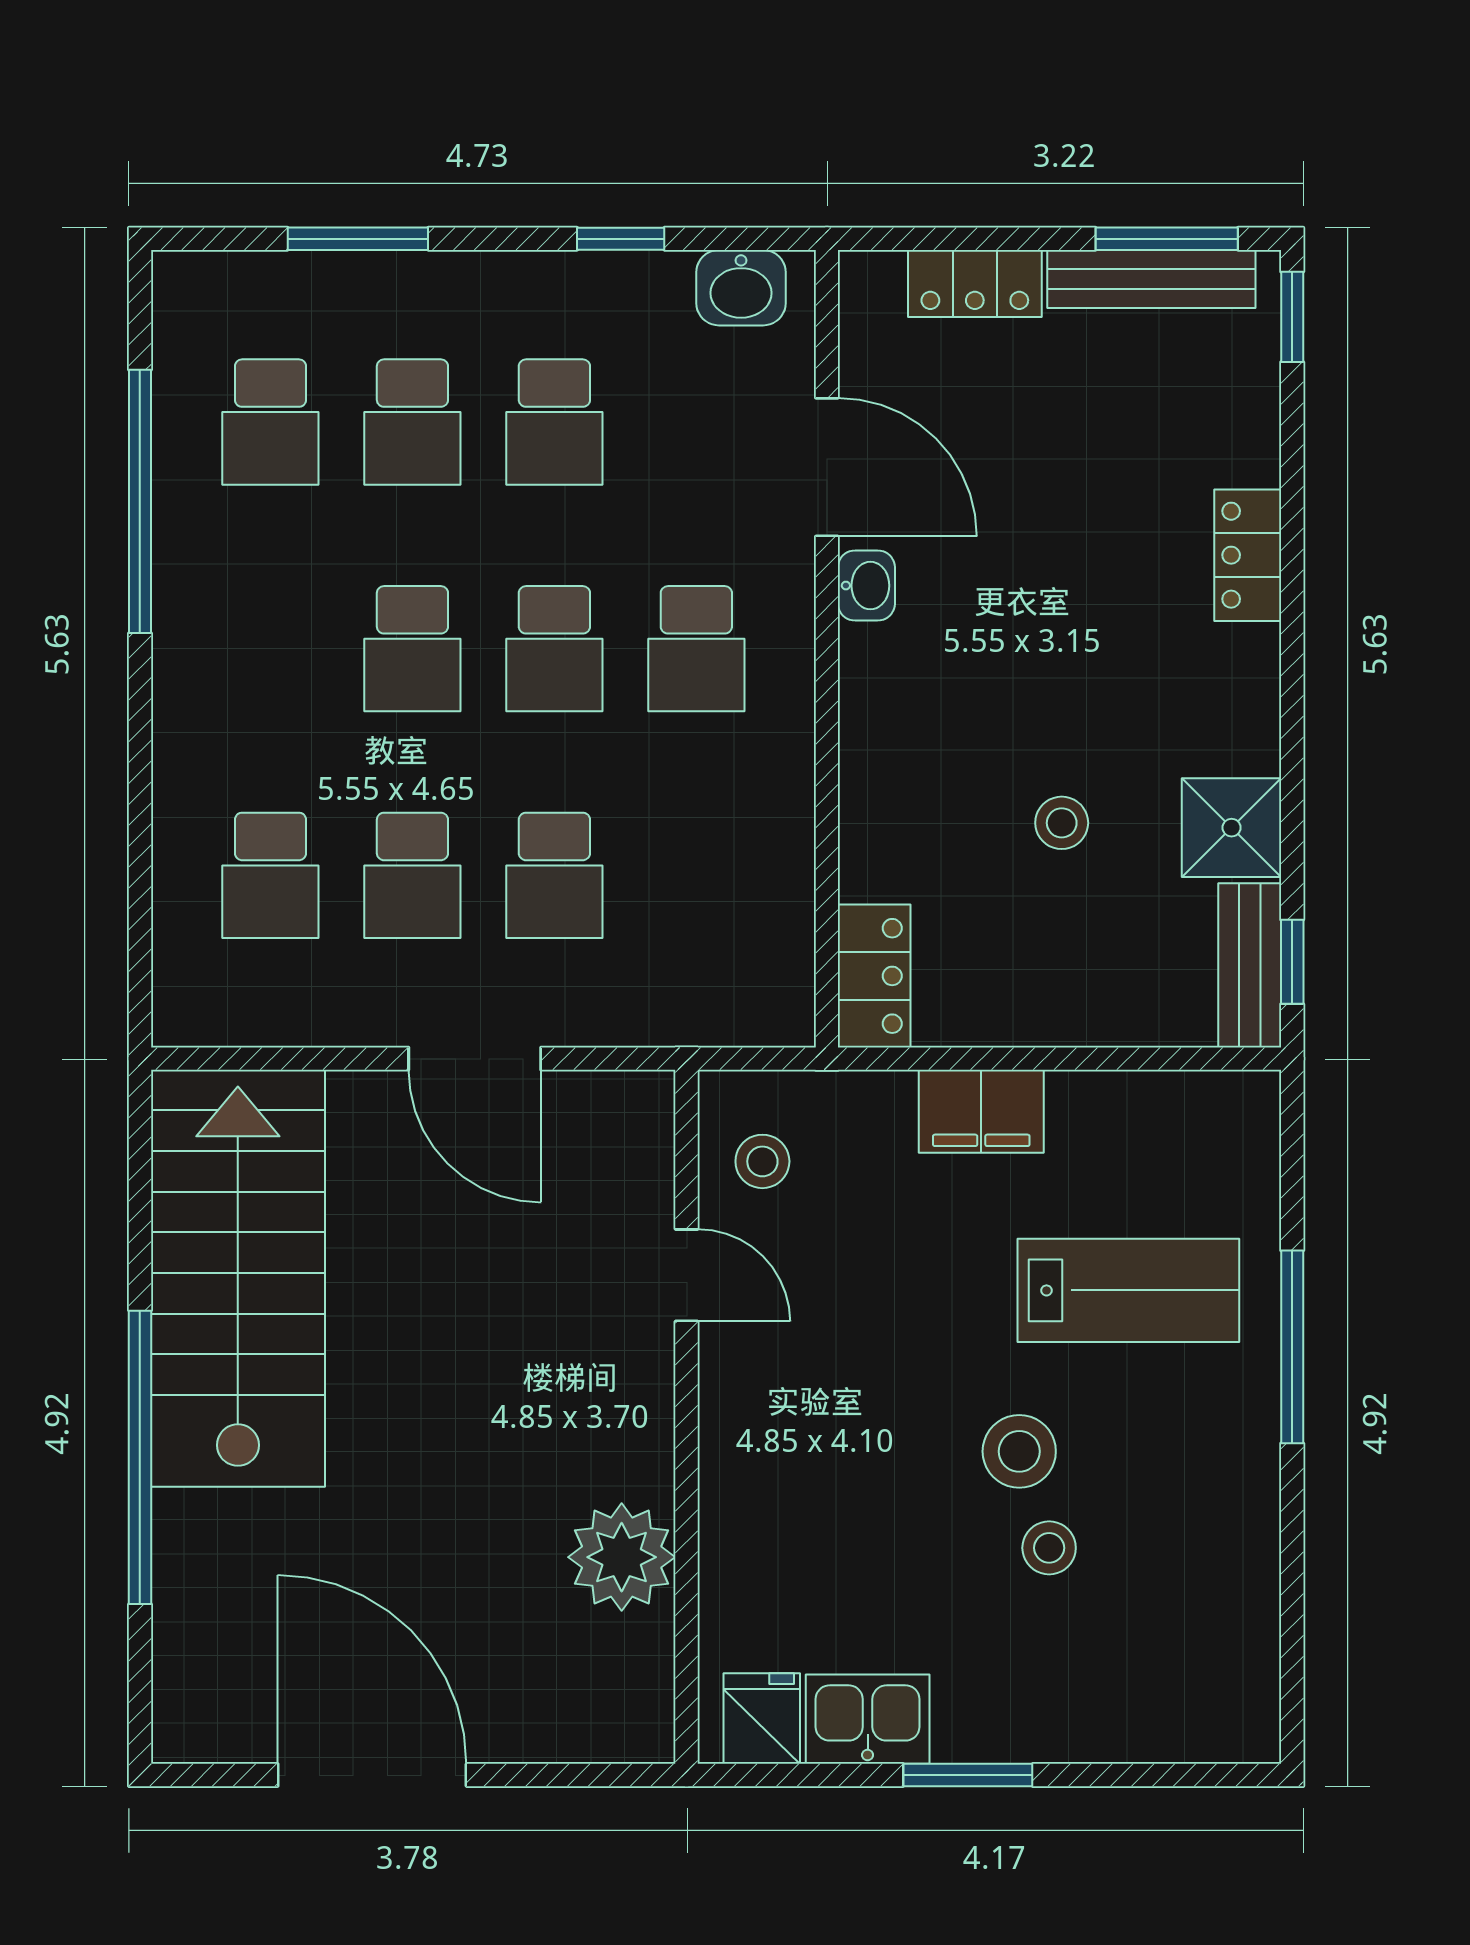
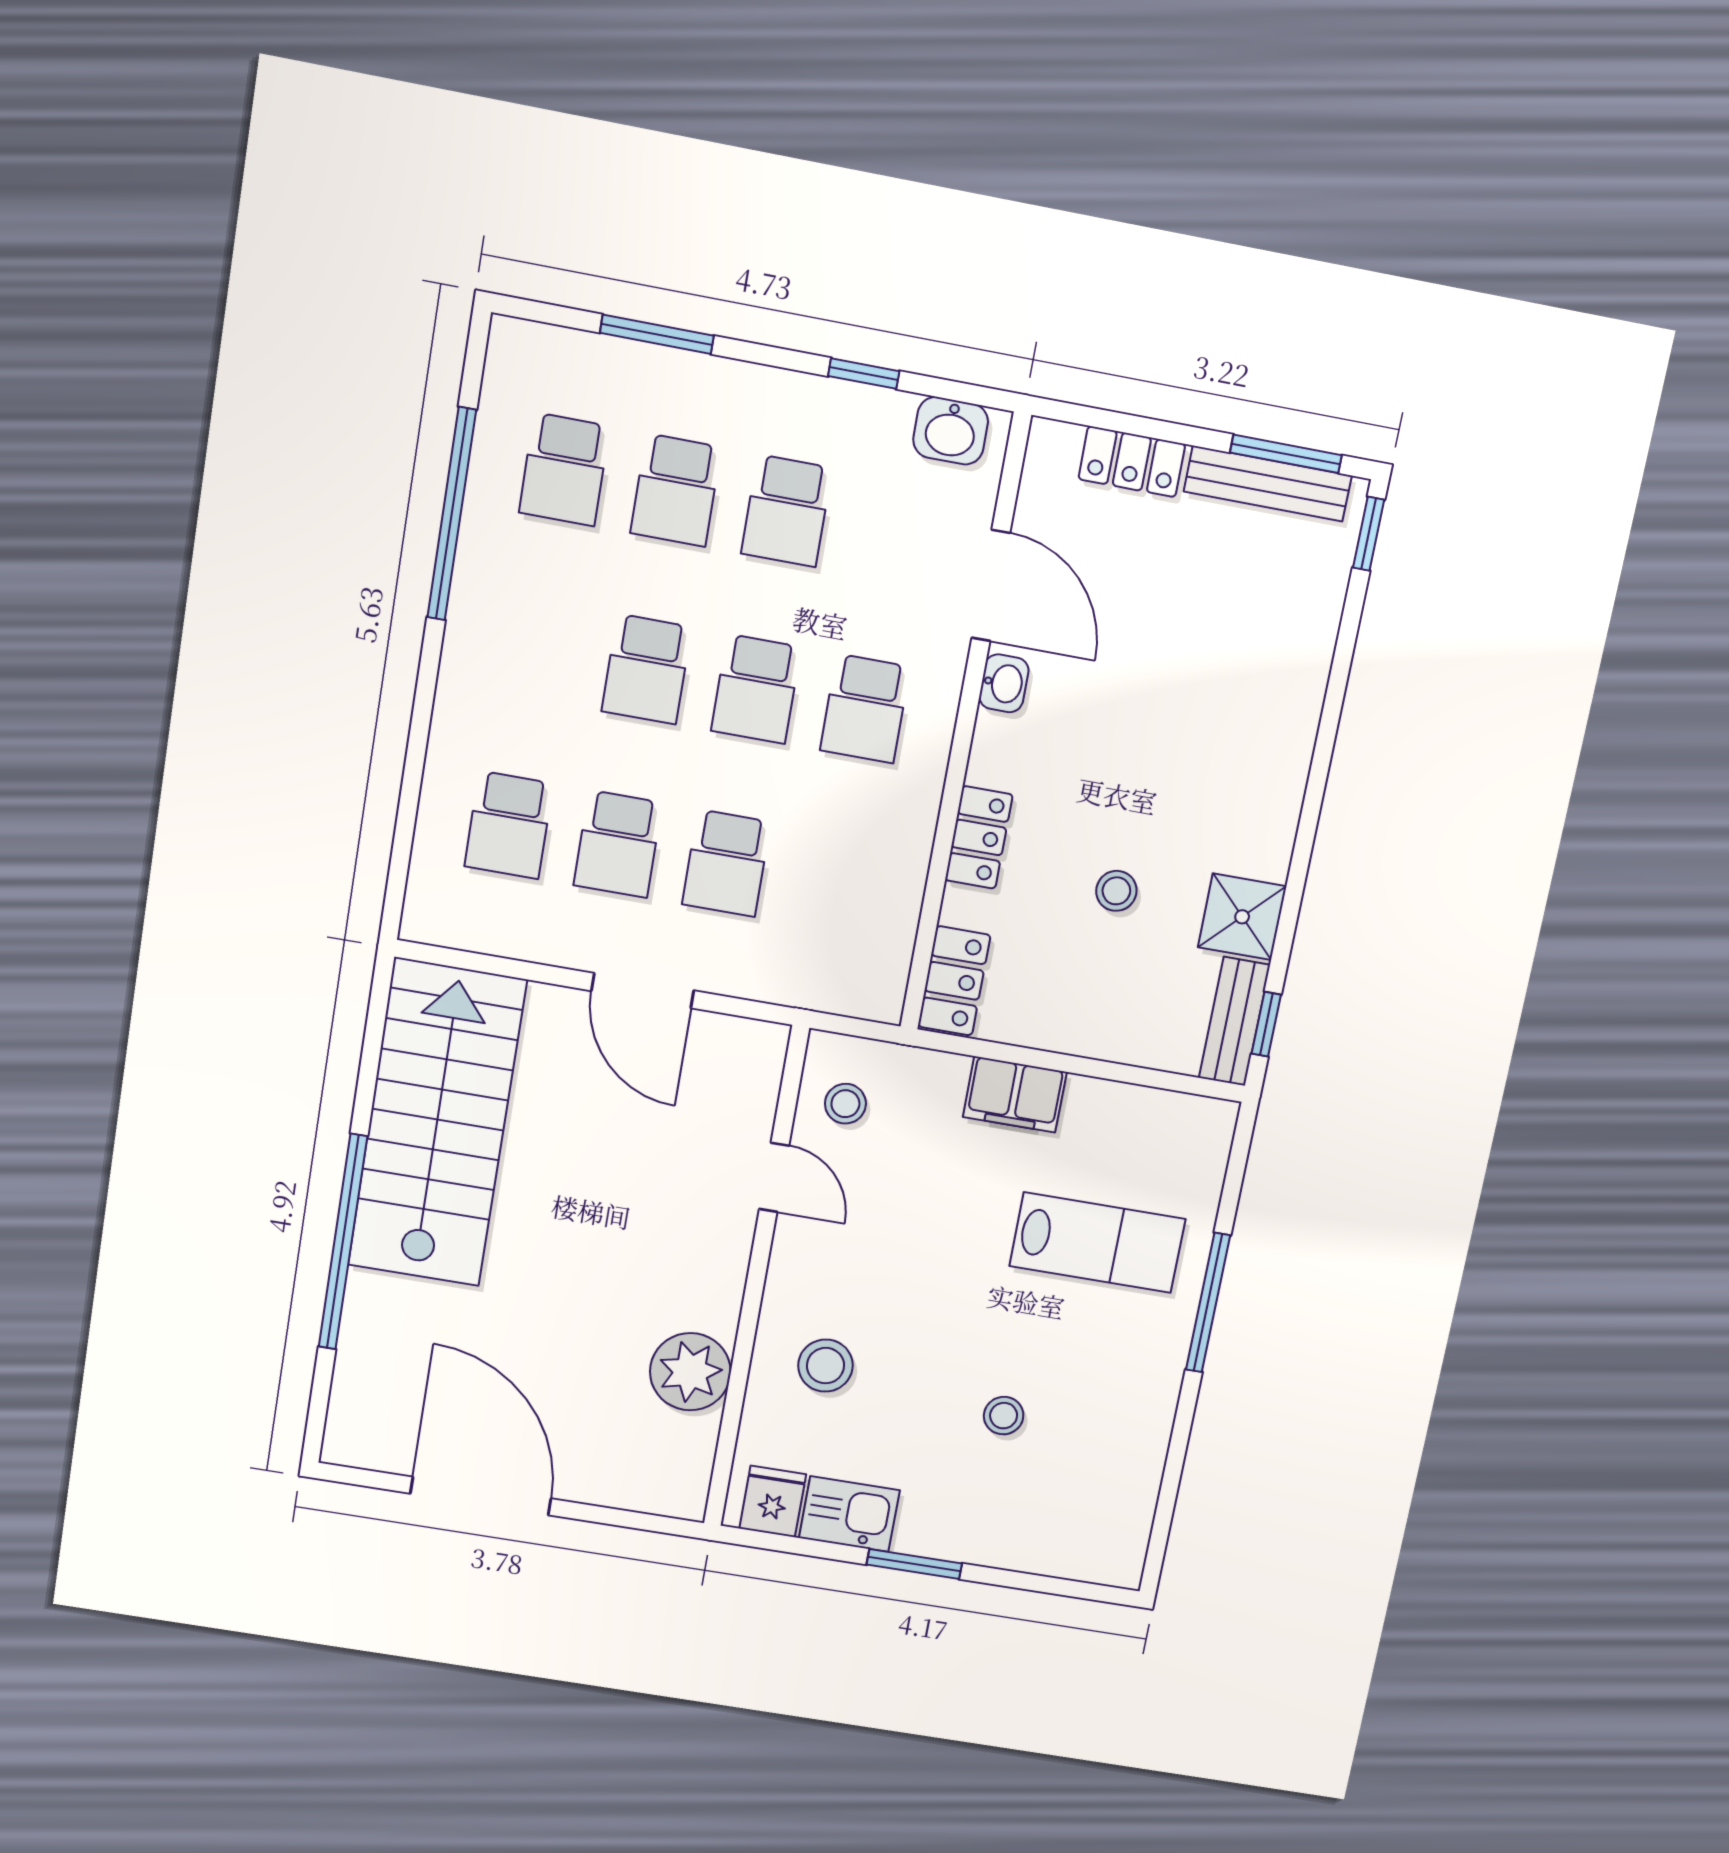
locker: (1248, 555) -> (979, 837), moved, turned 180
stool: (1019, 1451) -> (825, 1366), moved

